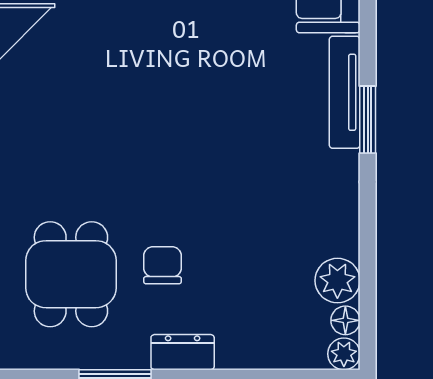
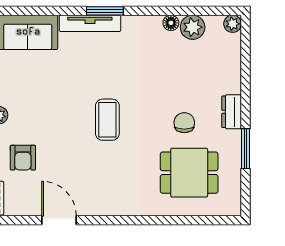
coffee table: (168, 124) -> (107, 120), added
chair: (162, 265) -> (184, 123), turned 90
floor lamp: (345, 320) -> (171, 23), moved

